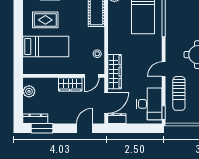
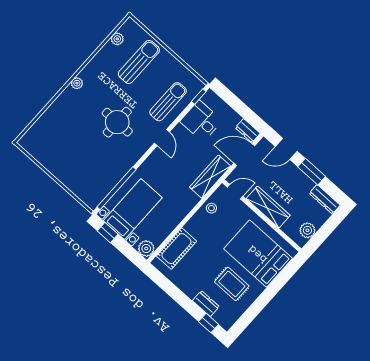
bed: (46, 47) -> (258, 254), width x1.50
door: (164, 69) -> (162, 137), hinge flipped
wardrobe: (70, 84) -> (268, 207), width x1.50
desk: (149, 104) -> (201, 121), width x0.73
window: (42, 128) -> (312, 172), moved

